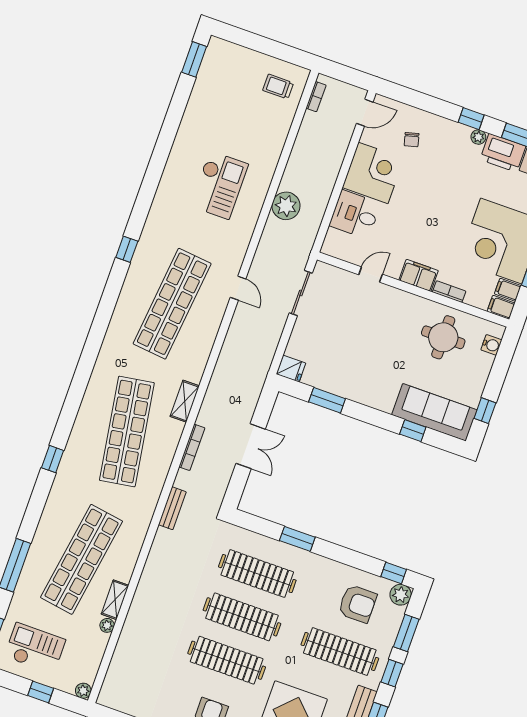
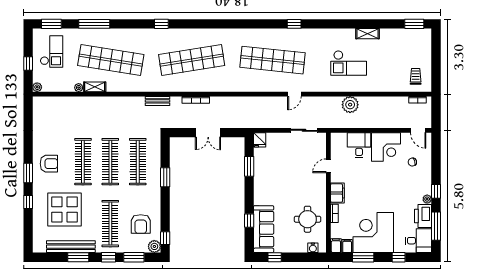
door: (371, 275) -> (328, 166), swing flipped
shelving: (185, 401) -> (367, 34), moved

